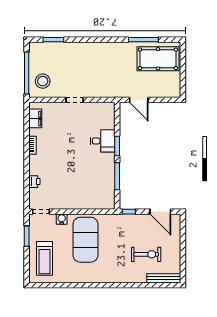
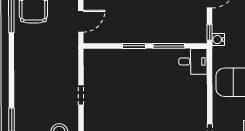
desk: (103, 141) -> (193, 61), moved, turned 90
water cooler: (62, 219) -> (218, 40), moved

